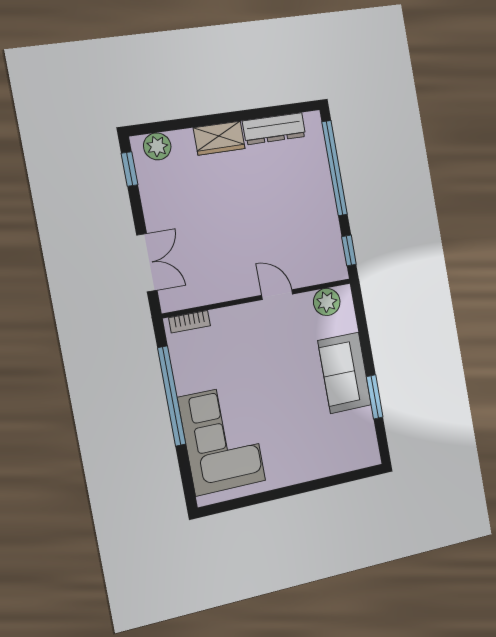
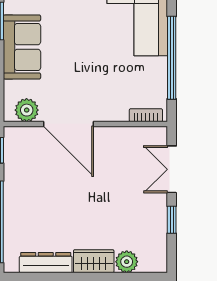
plant: (157, 146) -> (127, 262), moved
window: (129, 169) -> (172, 220), moved
door: (277, 295) -> (69, 124), width x1.88

